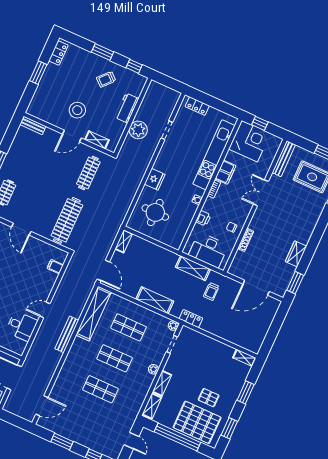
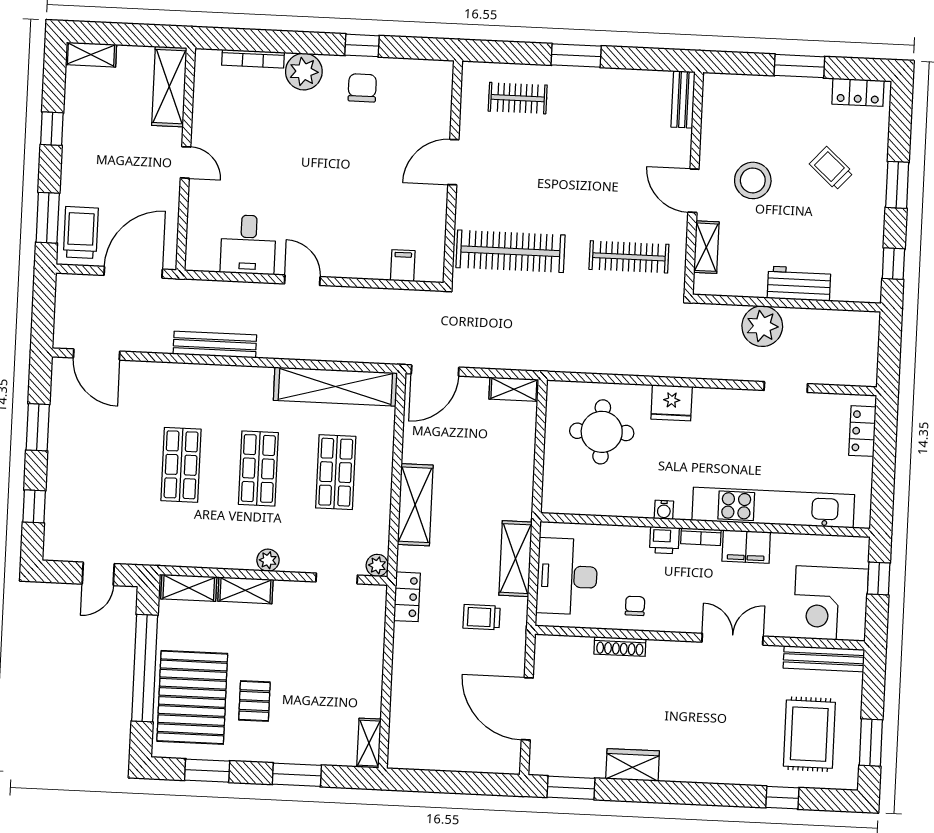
trolley: (106, 79) -> (831, 168), moved
corner desk: (249, 141) -> (831, 604), moved, turned 90
printer: (203, 218) -> (664, 540), moved
bench: (67, 334) -> (215, 345), moved

